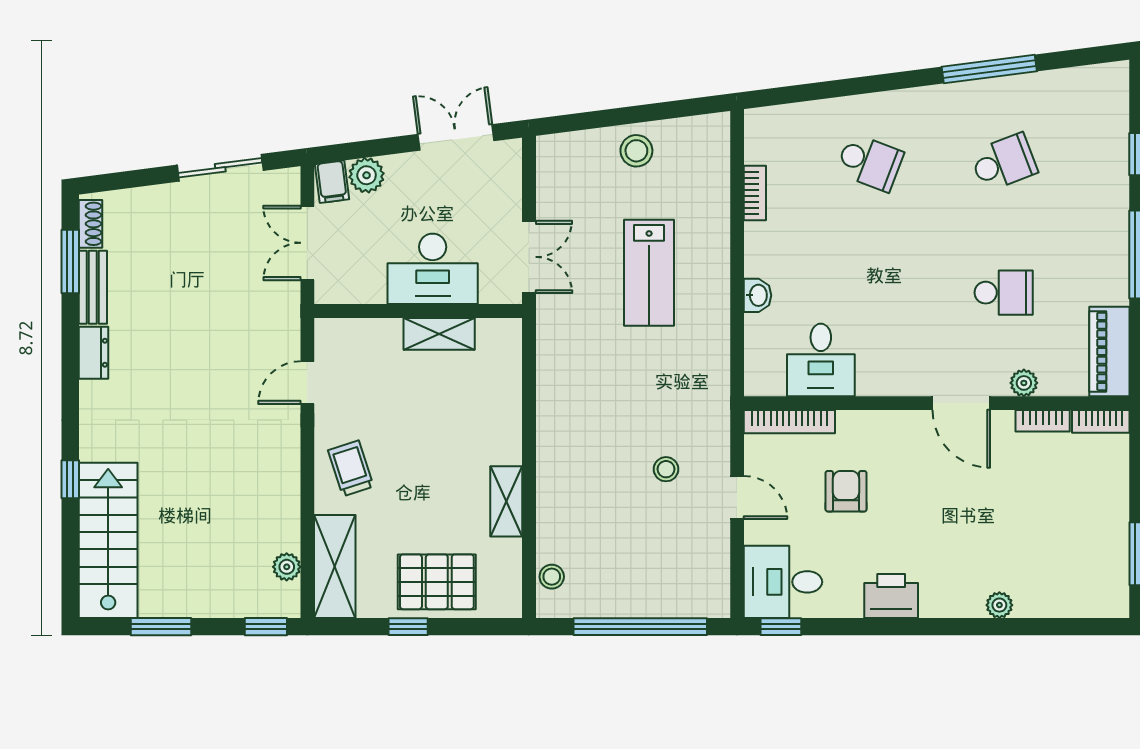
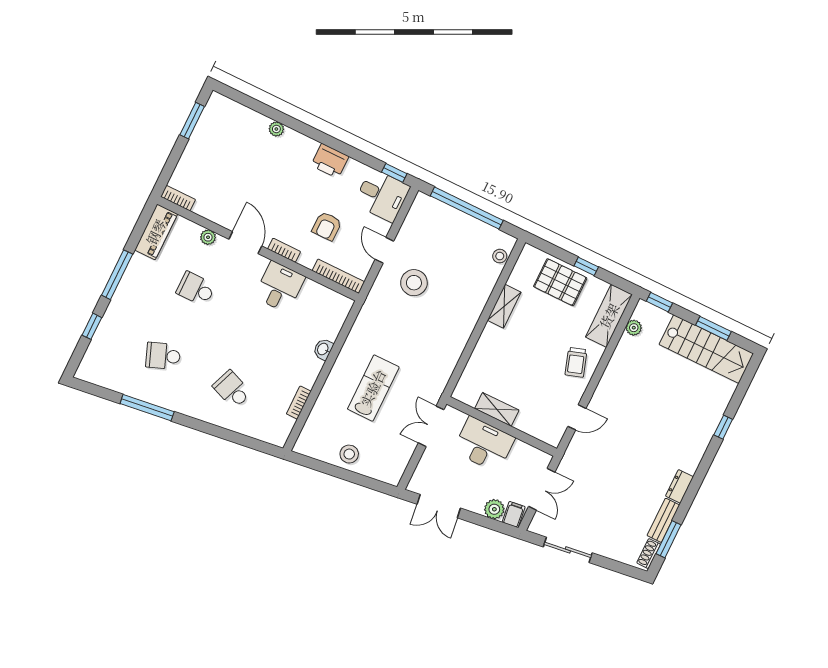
desk: (821, 360) -> (280, 287), moved
bookcase: (1043, 421) -> (284, 250), moved
stool: (666, 469) -> (414, 283), width x1.89, depth x1.89
stairs: (108, 540) -> (706, 349), moved, turned -90

